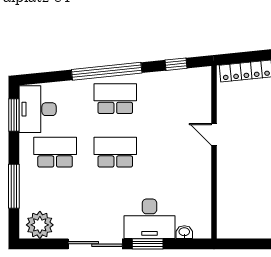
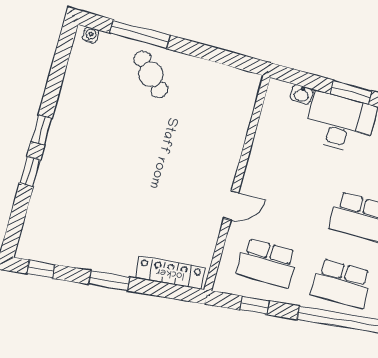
school desk: (175, 99) -> (267, 263), added
door: (214, 134) -> (231, 205), hinge flipped

